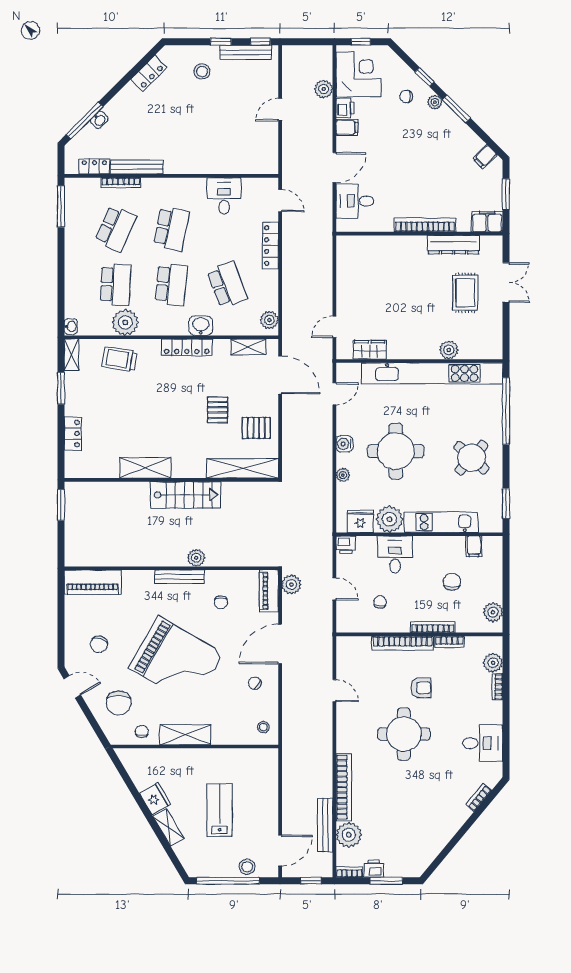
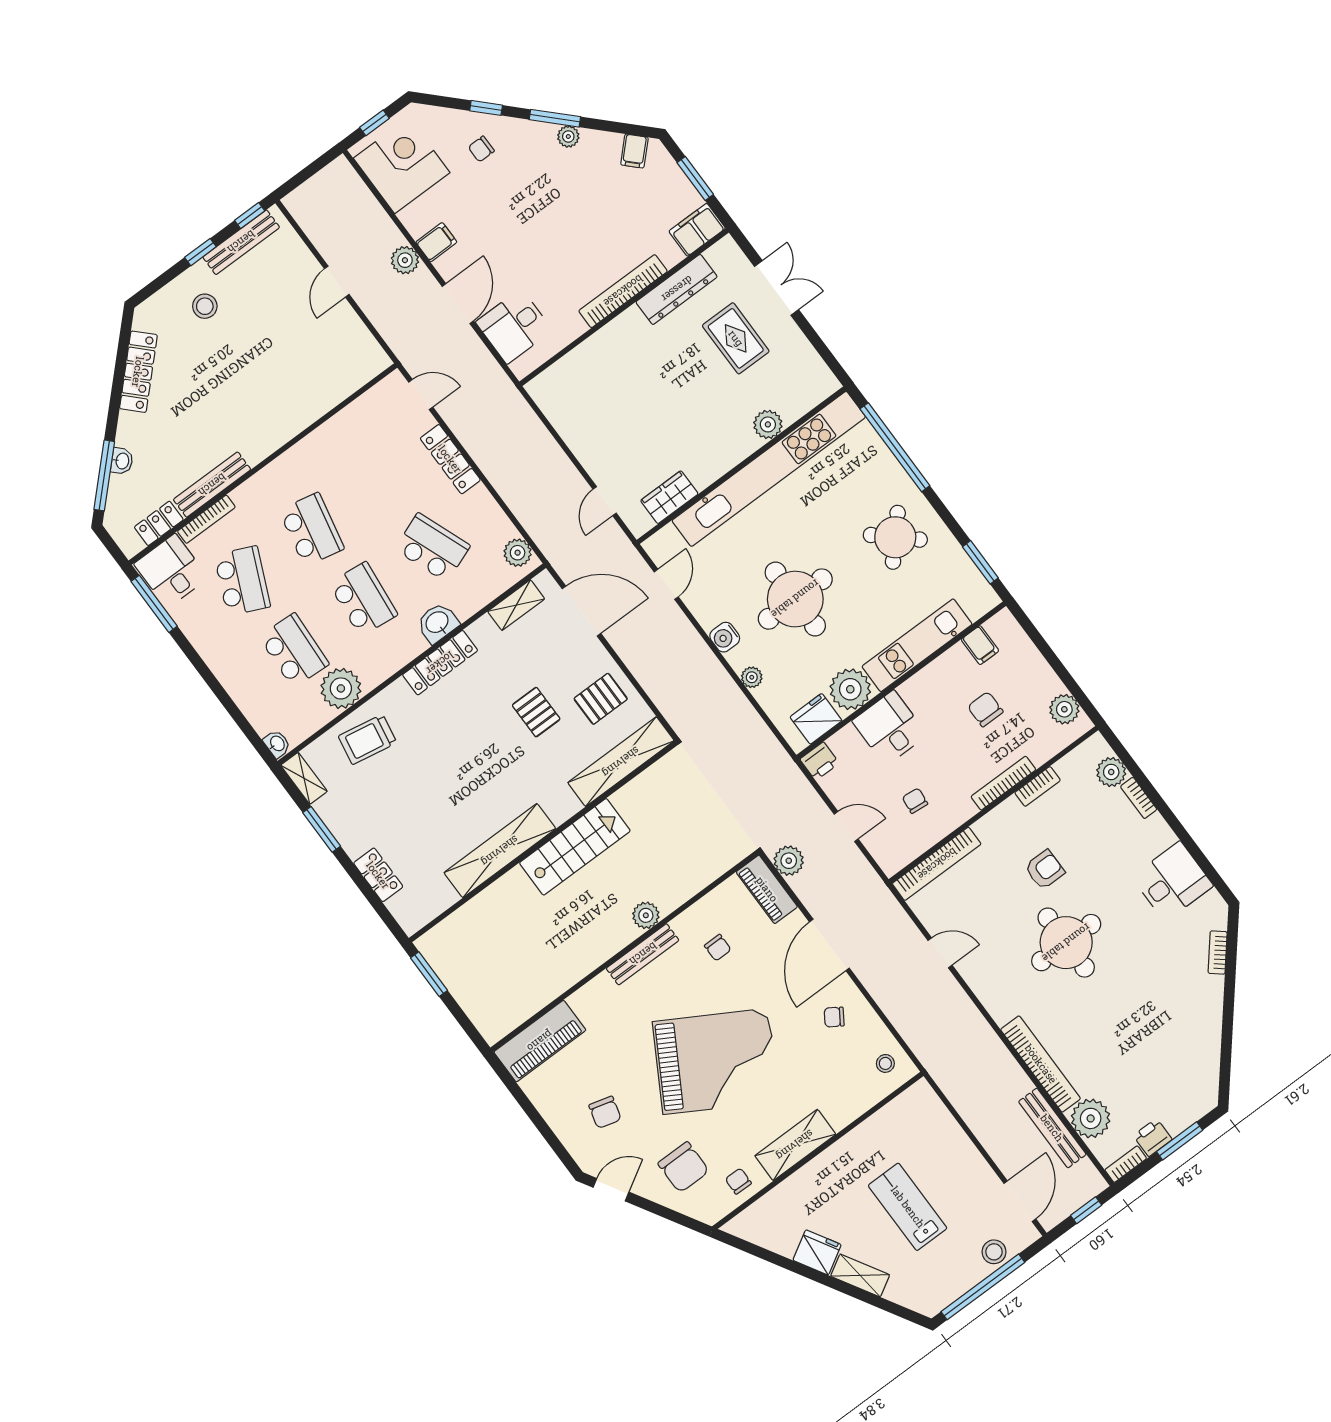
locker: (149, 73) -> (138, 372), width x1.53
plant: (324, 89) -> (405, 260), moved
plant: (435, 102) -> (568, 136), moved
printer: (345, 108) -> (416, 220), removed
desk: (224, 196) -> (171, 571), moved
shelving: (145, 468) -> (500, 851), width x1.47
bookcase: (403, 643) -> (937, 864), moved

